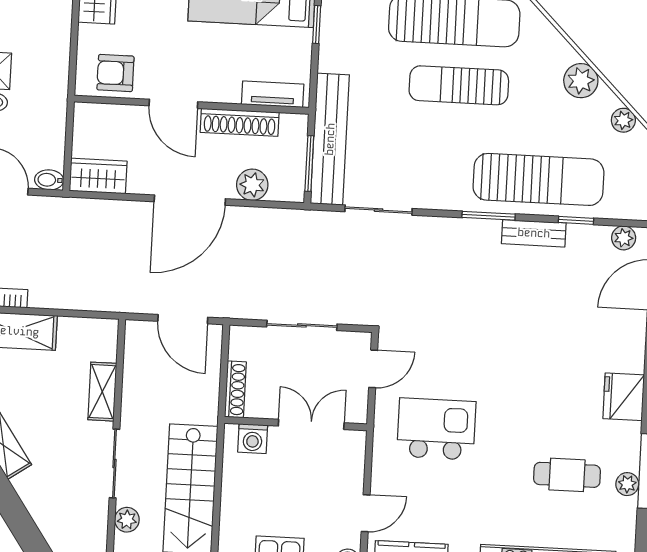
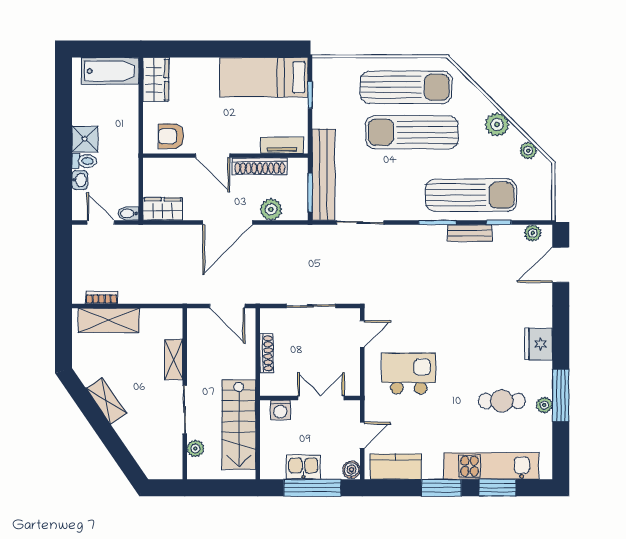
sun lounger: (459, 85) -> (412, 132), width x1.36, depth x1.34
wall: (296, 424) -> (310, 398), moved
double door: (311, 424) -> (321, 398), moved
washing machine: (253, 439) -> (280, 410), moved

